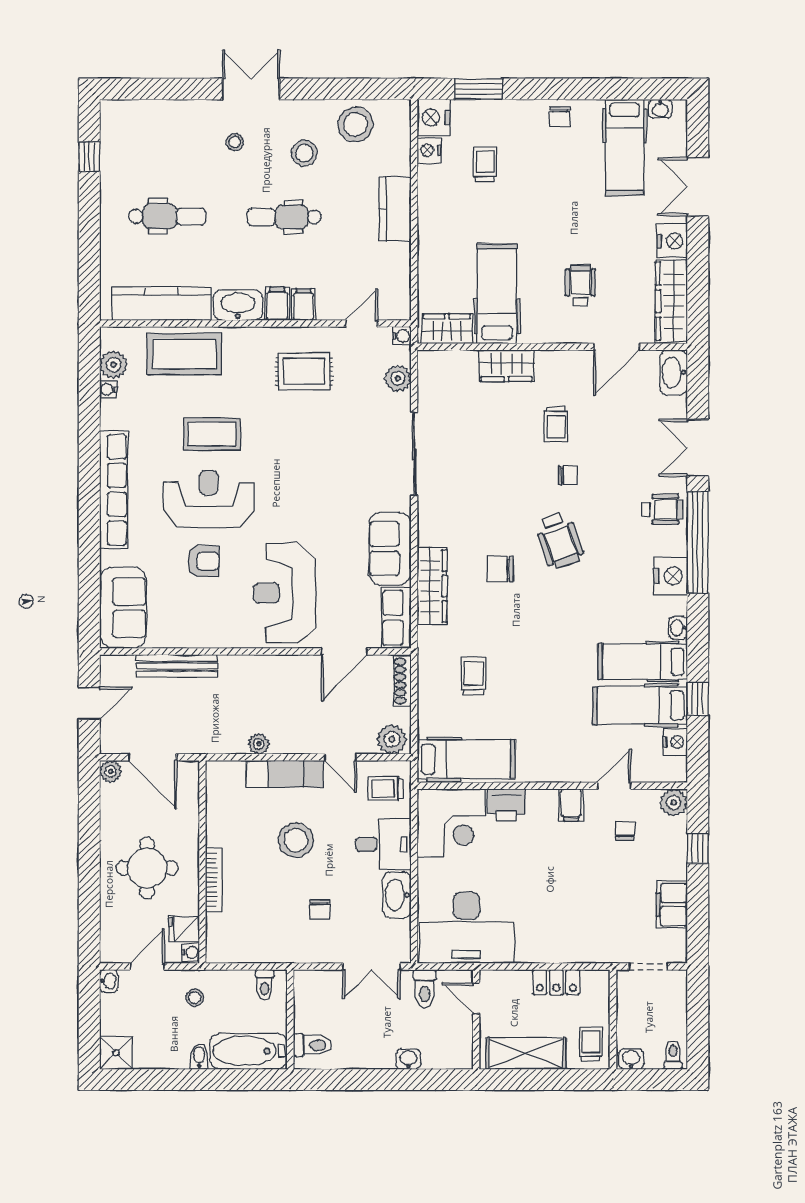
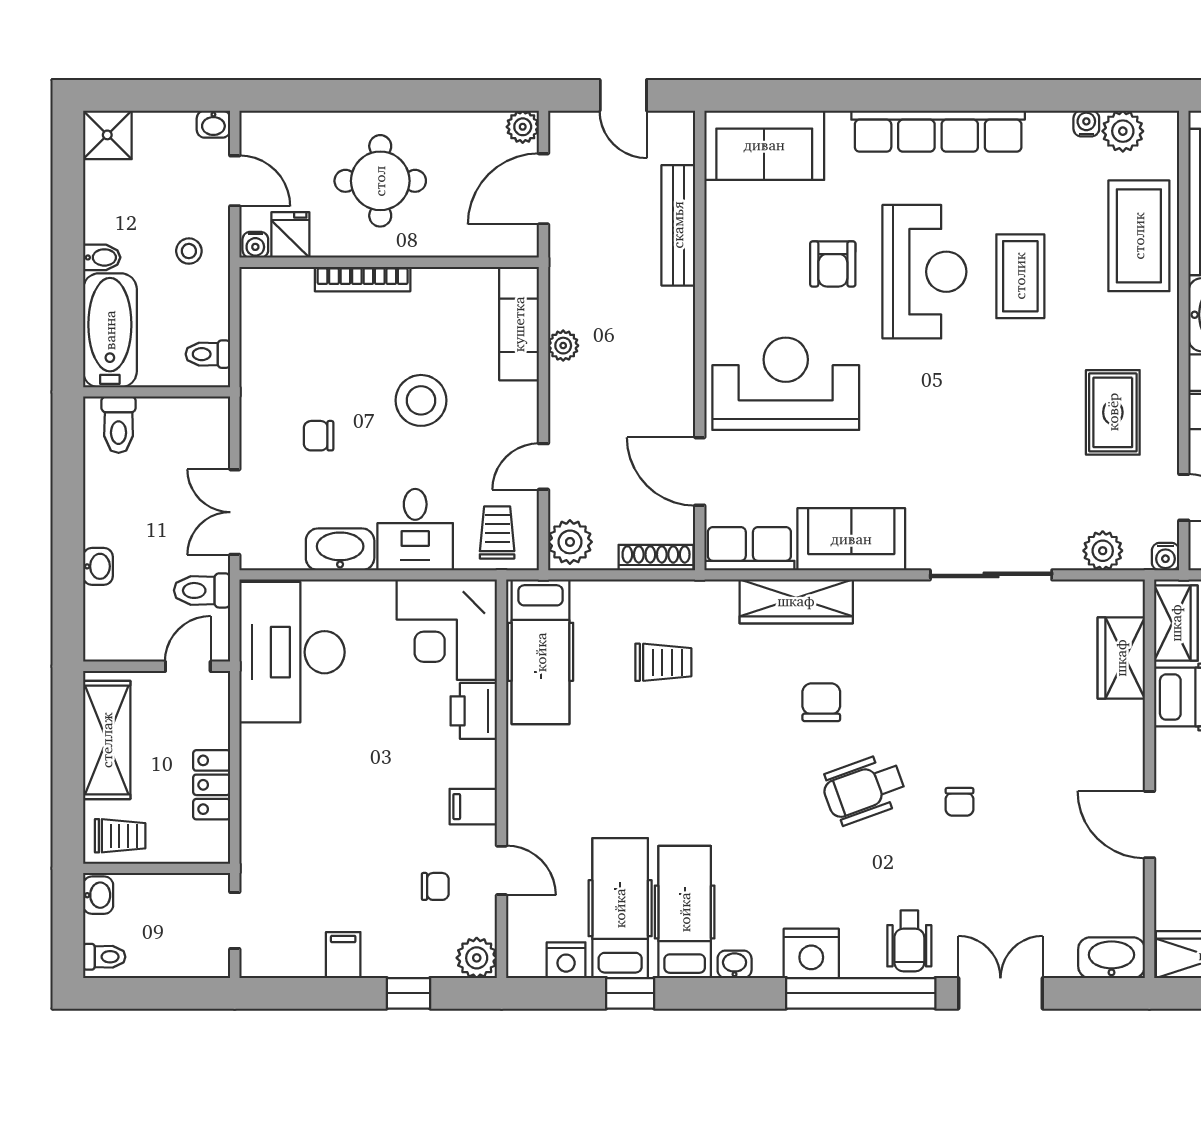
door: (617, 347) -> (1149, 825), moved
wardrobe: (506, 366) -> (1121, 658), moved
trolley: (556, 424) -> (1035, 784), removed
exam couch: (285, 774) -> (519, 324), moved
filing cabinet: (672, 905) -> (343, 955), width x0.50

